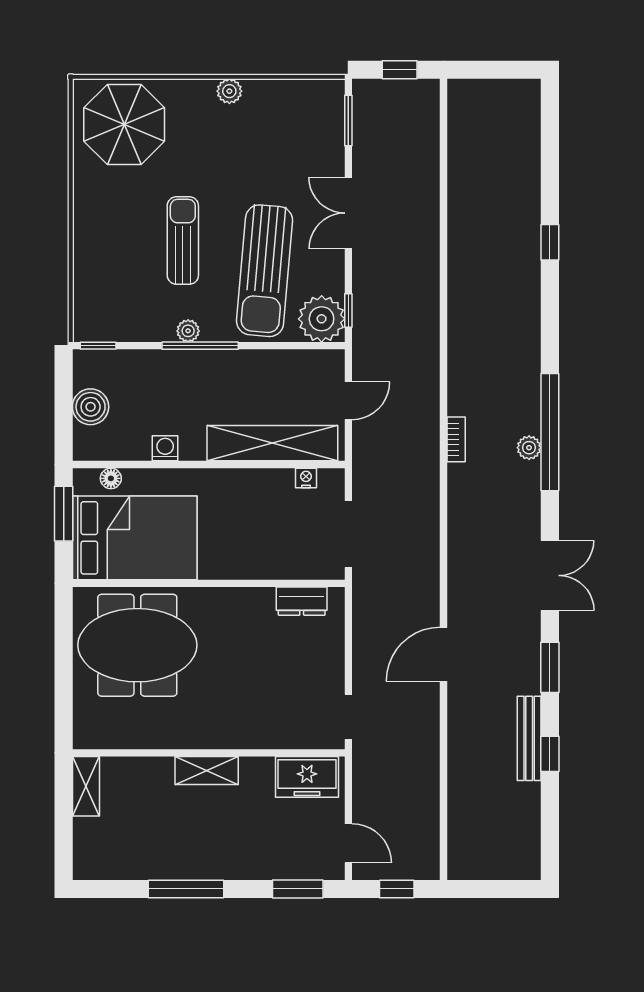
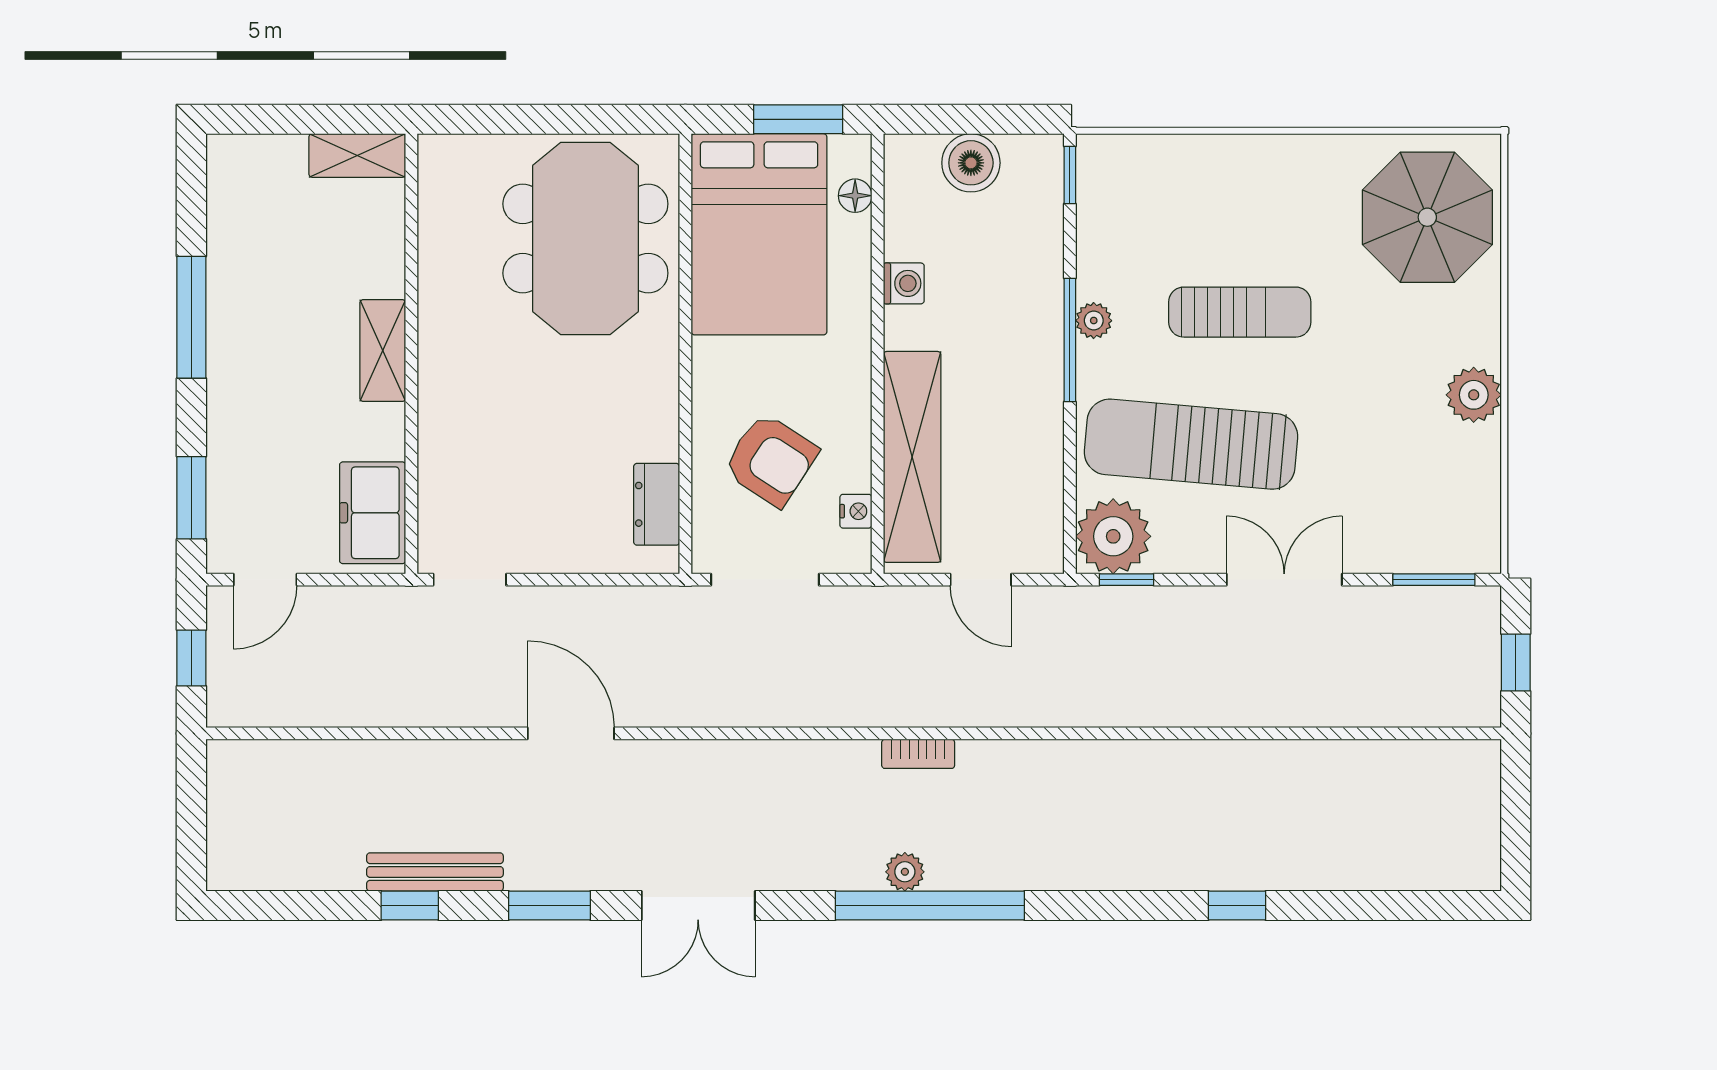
plant: (229, 91) -> (1474, 395), width x1.38, depth x1.38
armchair: (274, 531) -> (771, 460), added

